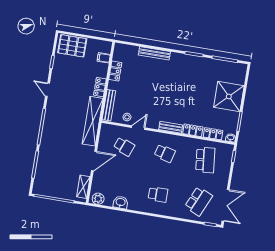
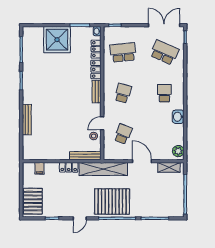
locker: (115, 71) -> (51, 155), removed
pallet: (59, 125) -> (112, 201), added
door: (138, 128) -> (102, 123), hinge flipped
washbasin: (121, 202) -> (178, 117), moved

